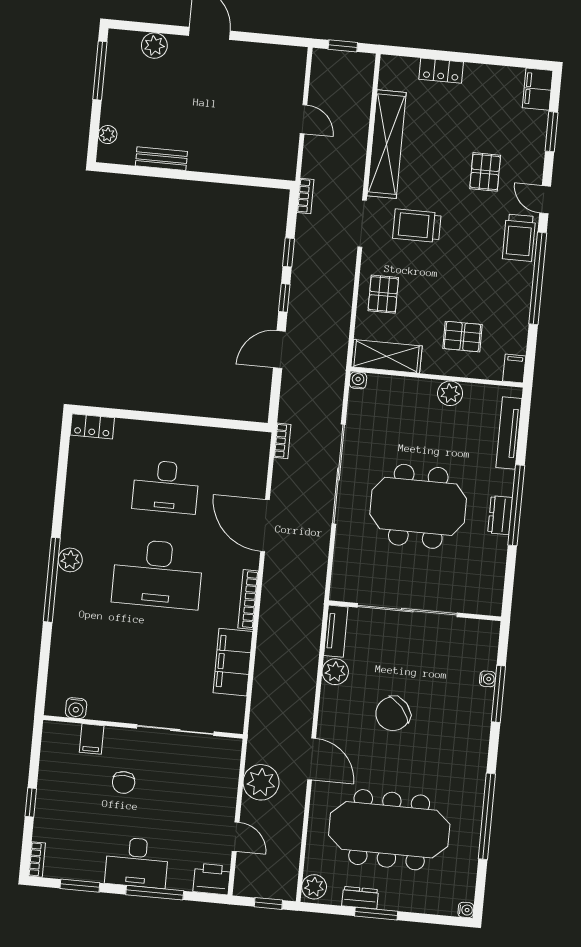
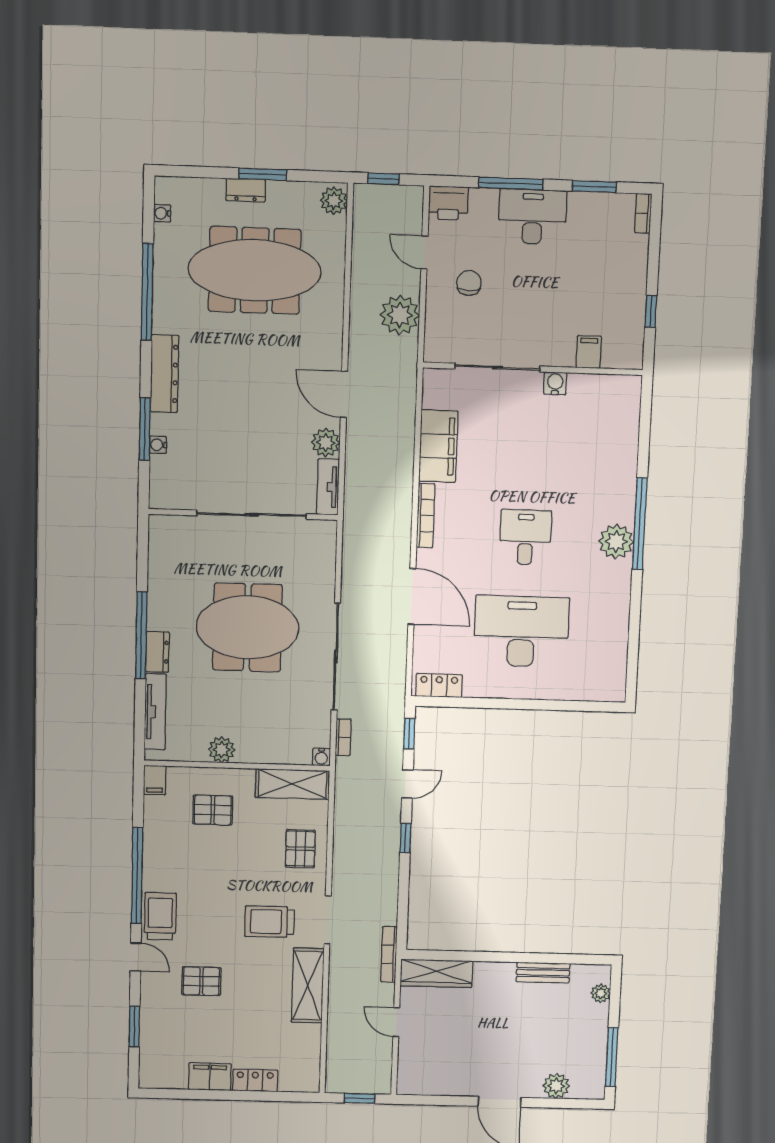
filing cabinet: (538, 89) -> (210, 1077), moved, turned -90
shelving: (387, 144) -> (308, 985), width x0.68
wardrobe: (263, 165) -> (436, 973), added
pallet: (485, 172) -> (201, 981), turned 90
bookcase: (305, 196) -> (389, 954), width x1.56
trolley: (417, 226) -> (269, 922), turned 180
window: (289, 252) -> (409, 734), moved
door: (279, 350) -> (407, 784), width x0.73
locker: (92, 426) -> (439, 686), moved
bookcase: (282, 441) -> (343, 737), moved, turned 180
desk: (166, 487) -> (521, 631), width x1.36, depth x1.30
dresser: (500, 515) -> (157, 652), moved
plant: (70, 560) -> (616, 542), width x1.36, depth x1.36
desk: (158, 574) -> (525, 537), width x0.53, depth x0.77
water cooler: (76, 708) -> (555, 383), moved
chair: (393, 714) -> (259, 400), removed
dresser: (477, 743) -> (164, 374), added
door: (312, 759) -> (344, 394), moved
chair: (124, 782) -> (469, 283), moved
window: (31, 802) -> (651, 311), moved
dresser: (360, 898) -> (246, 190), moved
water cooler: (466, 910) -> (162, 213), moved

